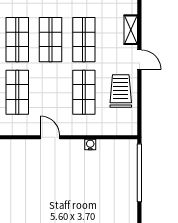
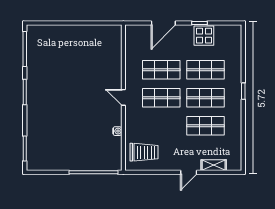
trolley: (121, 91) -> (144, 152), moved
shop shelf: (84, 92) -> (161, 98), moved
door: (50, 137) -> (123, 97), swing flipped

